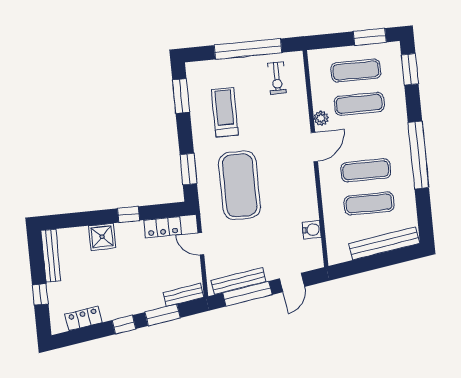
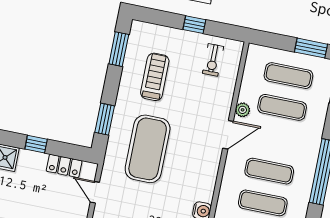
window: (248, 49) -> (194, 25), width x0.32

